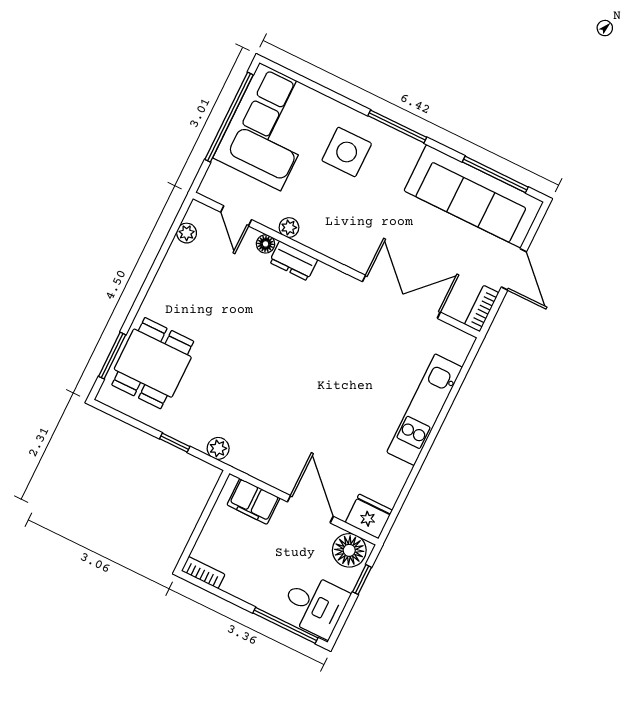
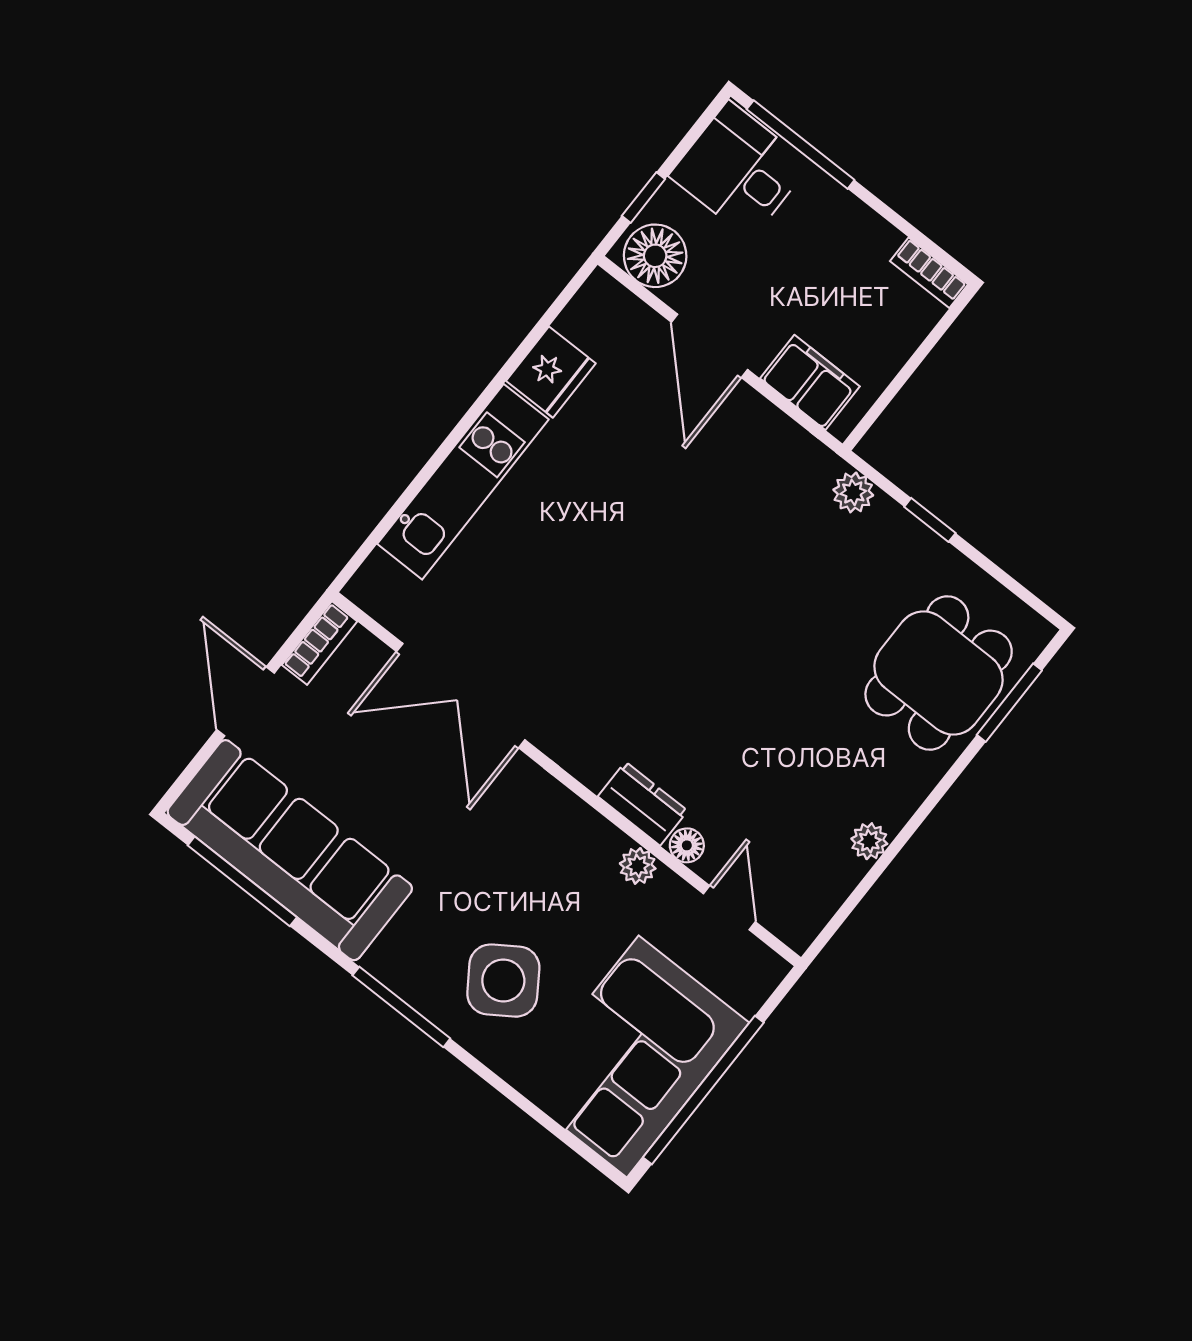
side table: (347, 152) -> (503, 981), turned -34
plant: (187, 233) -> (869, 841), moved
fridge: (369, 516) -> (551, 372), moved, turned -90

